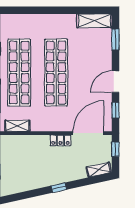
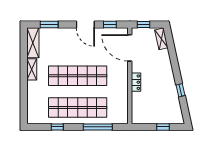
shelving: (17, 126) -> (32, 69), moved
locker: (60, 140) -> (136, 82), moved
window: (59, 188) -> (180, 90), moved

